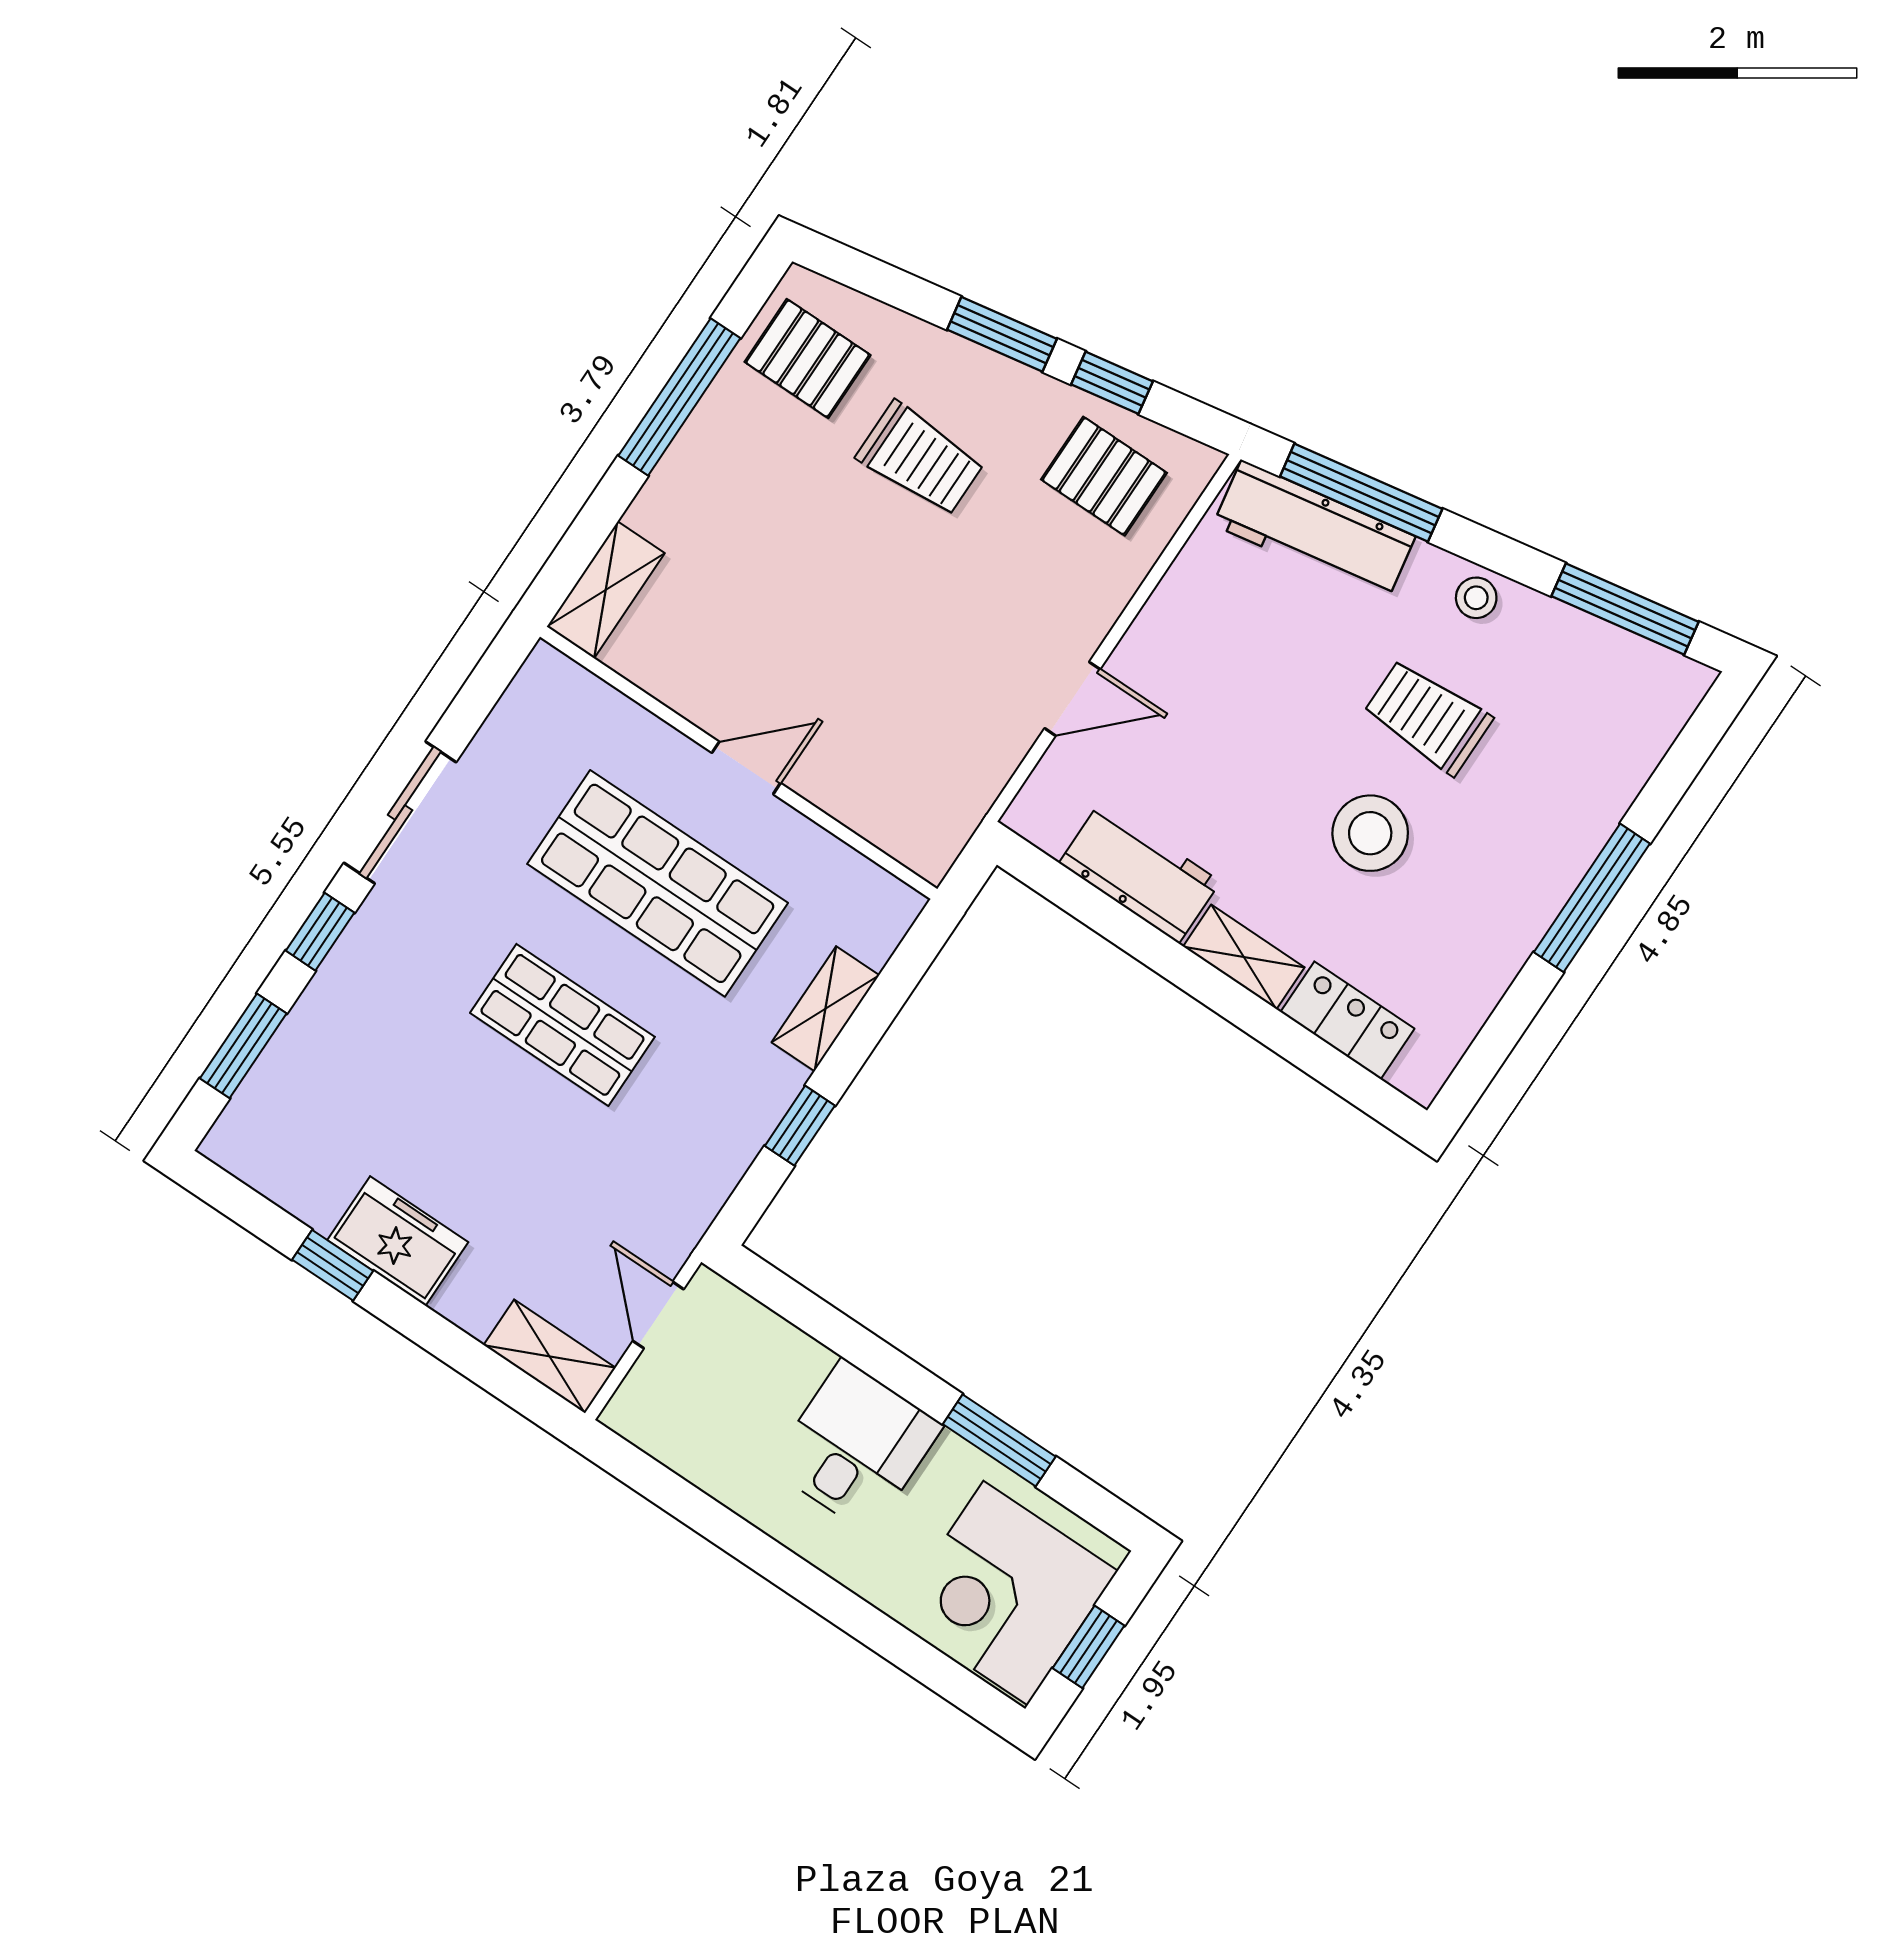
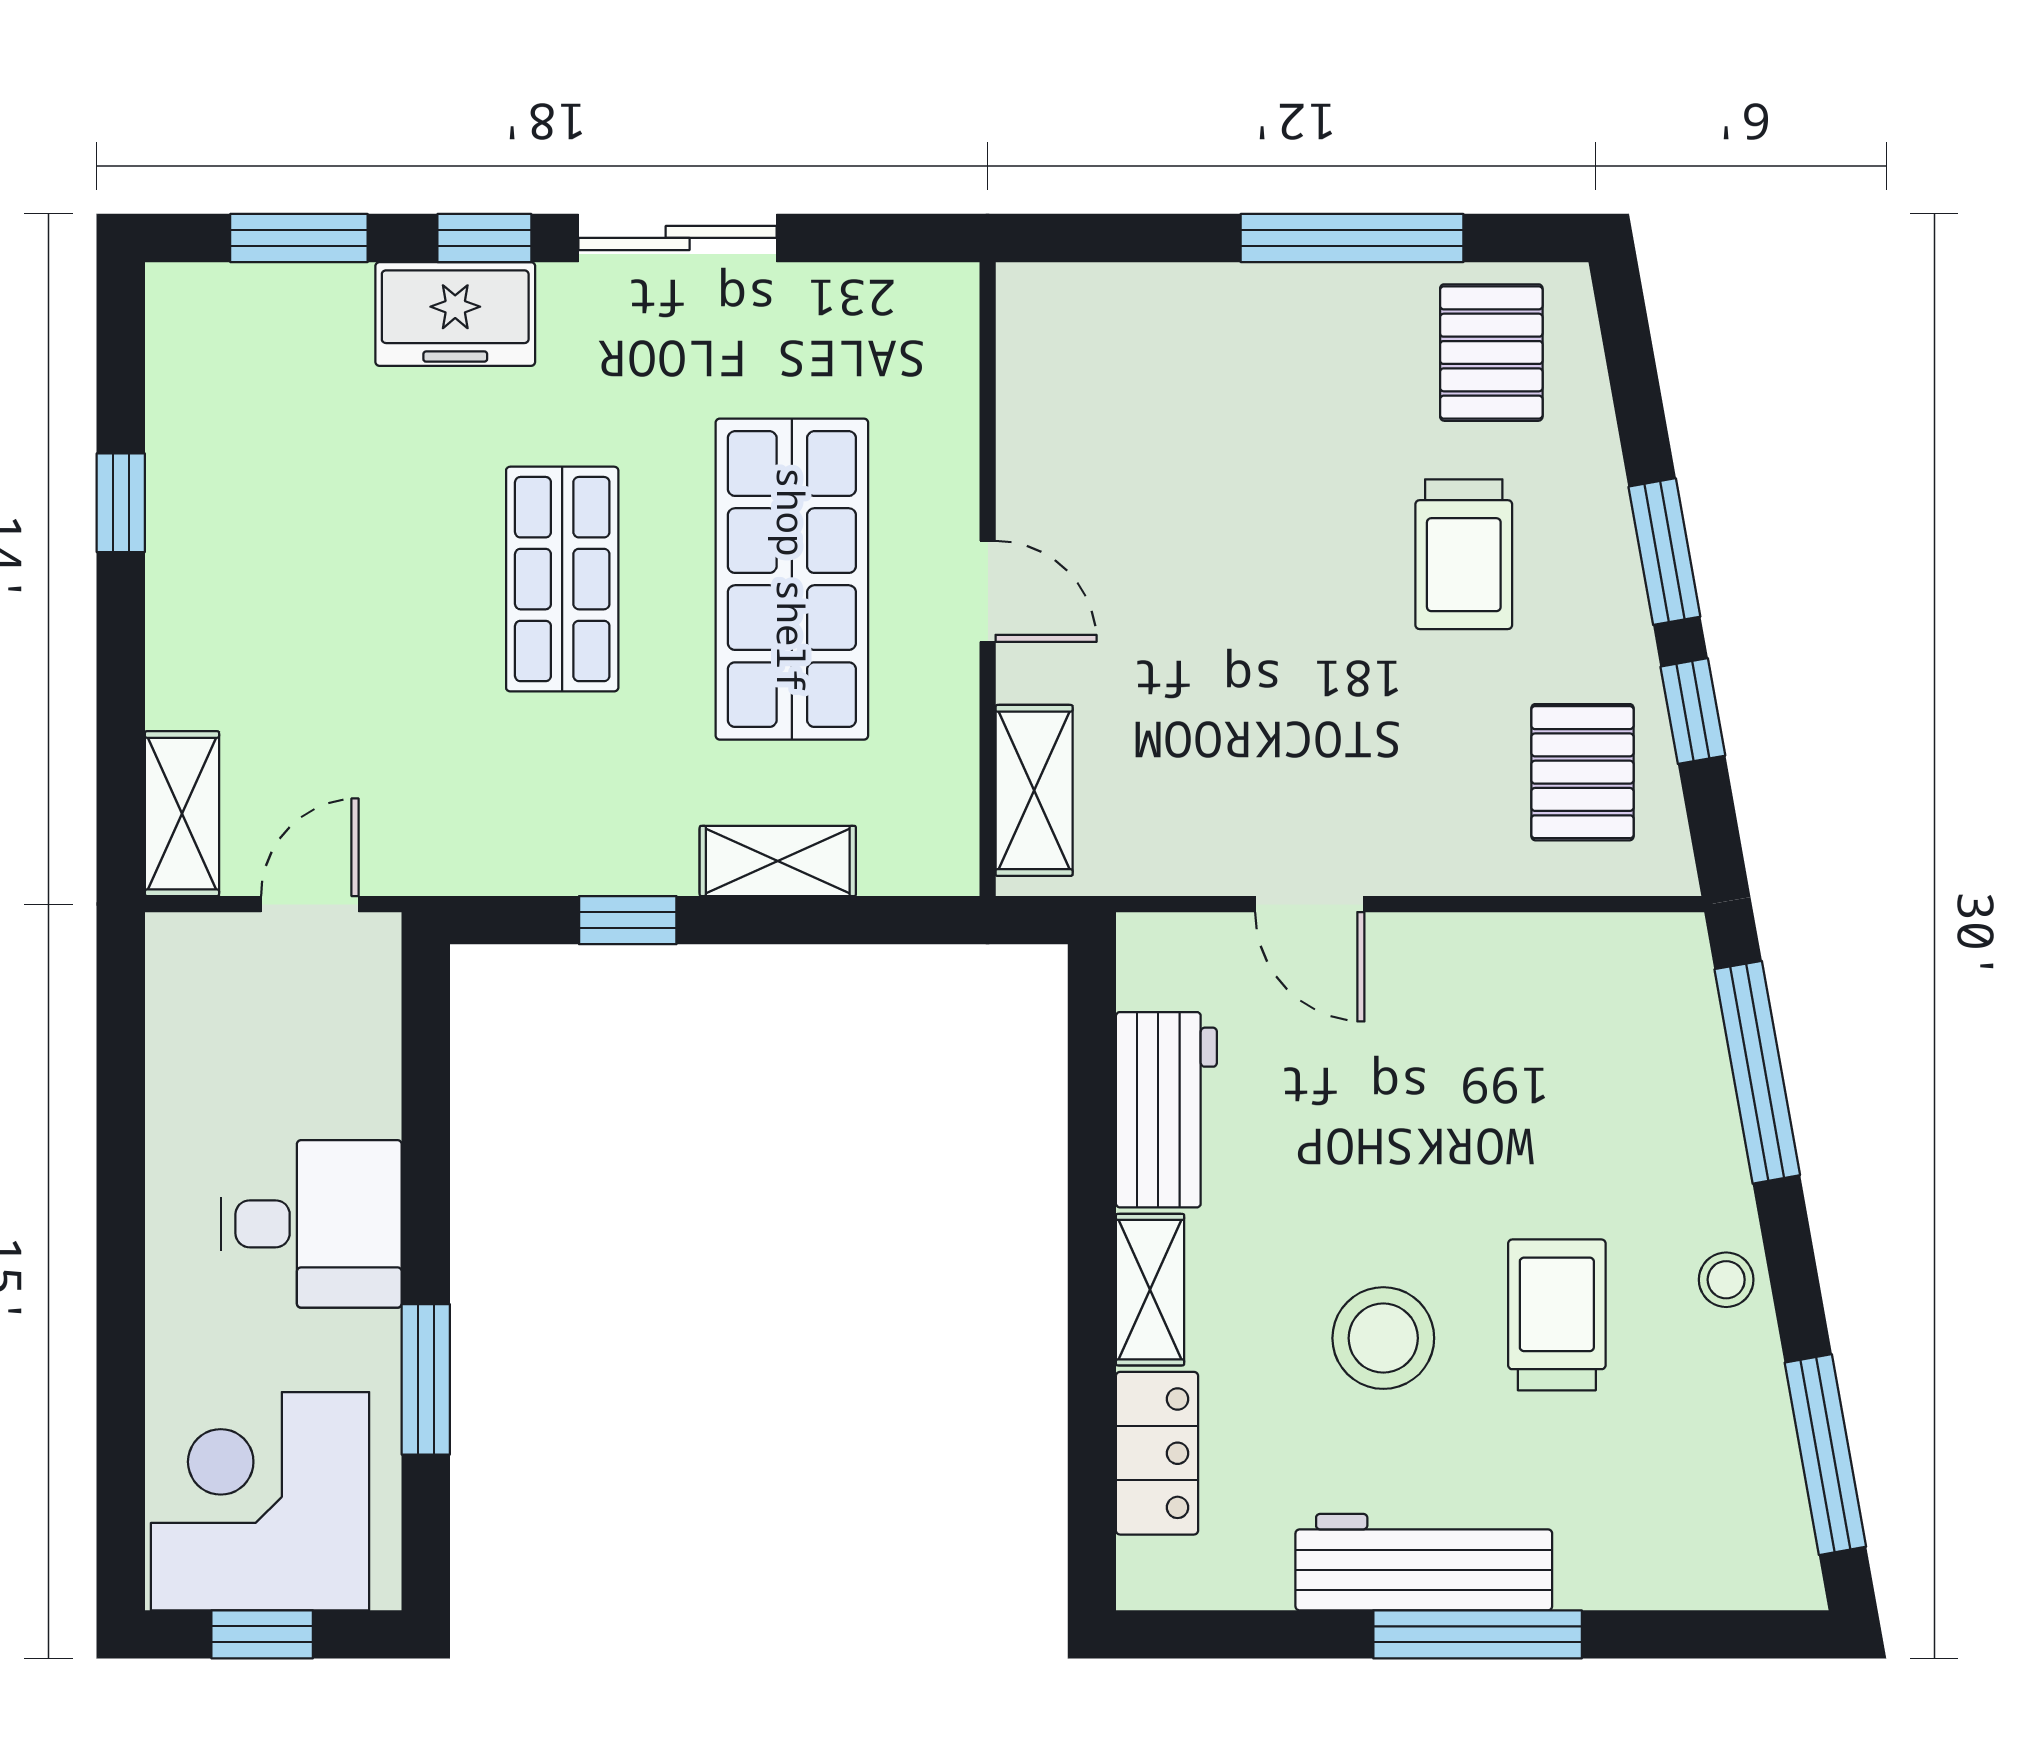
workbench: (1314, 531) -> (1424, 1562), moved, turned 100
shelving: (606, 590) -> (1034, 790), moved, turned 90
freezer: (398, 1241) -> (455, 314), moved, turned 90

